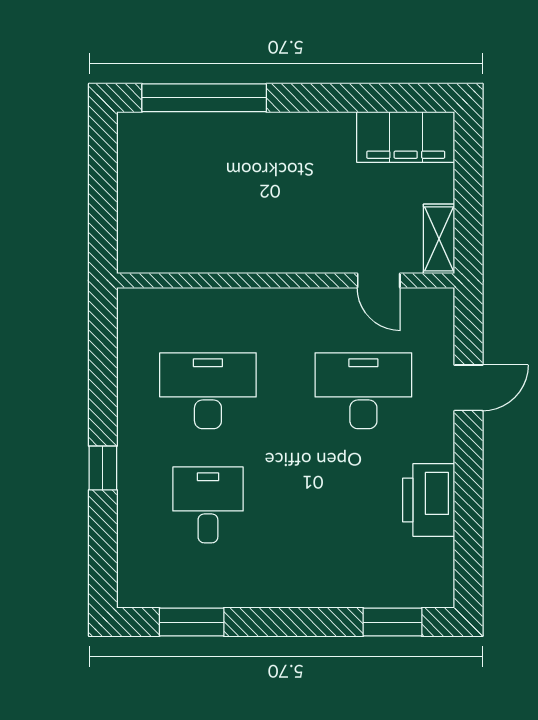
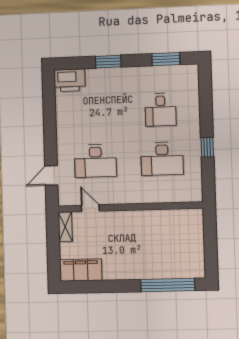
door: (468, 388) -> (51, 175), moved
window: (103, 468) -> (207, 147), moved
printer: (429, 500) -> (70, 80), moved, turned 90
window: (393, 622) -> (108, 62), moved

